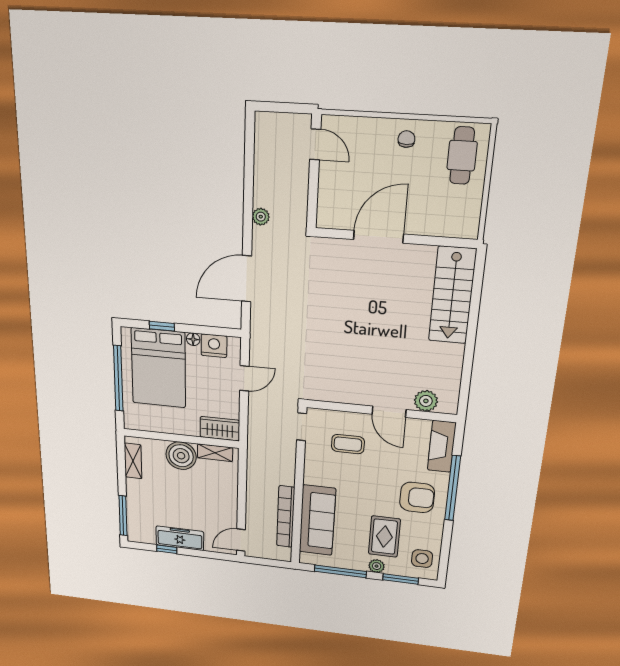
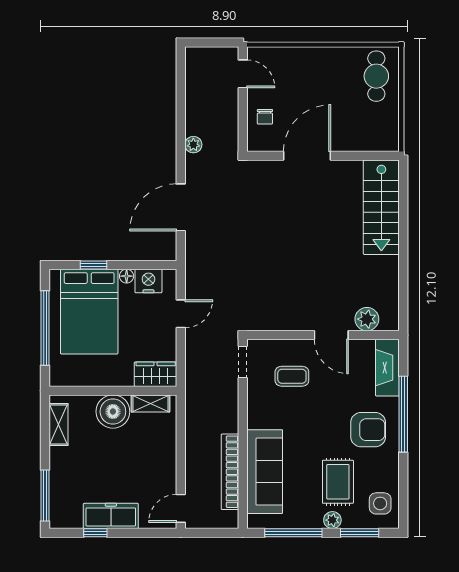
chair: (406, 139) -> (265, 117), moved, turned 180

